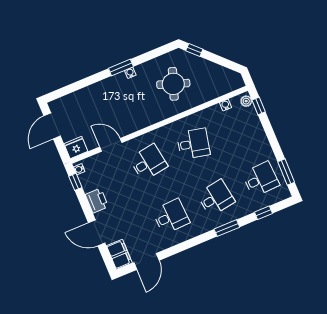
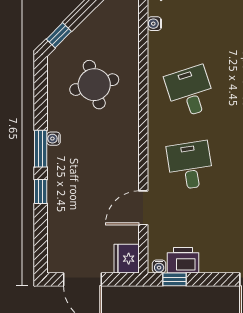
window: (95, 78) -> (41, 191), added
round table: (173, 84) -> (94, 85), turned -34
desk: (193, 144) -> (190, 92), turned -30
printer: (97, 201) -> (183, 260), moved

